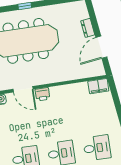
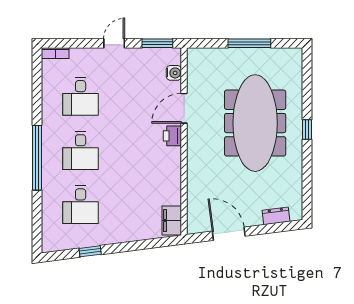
dresser: (88, 28) -> (276, 216), moved

